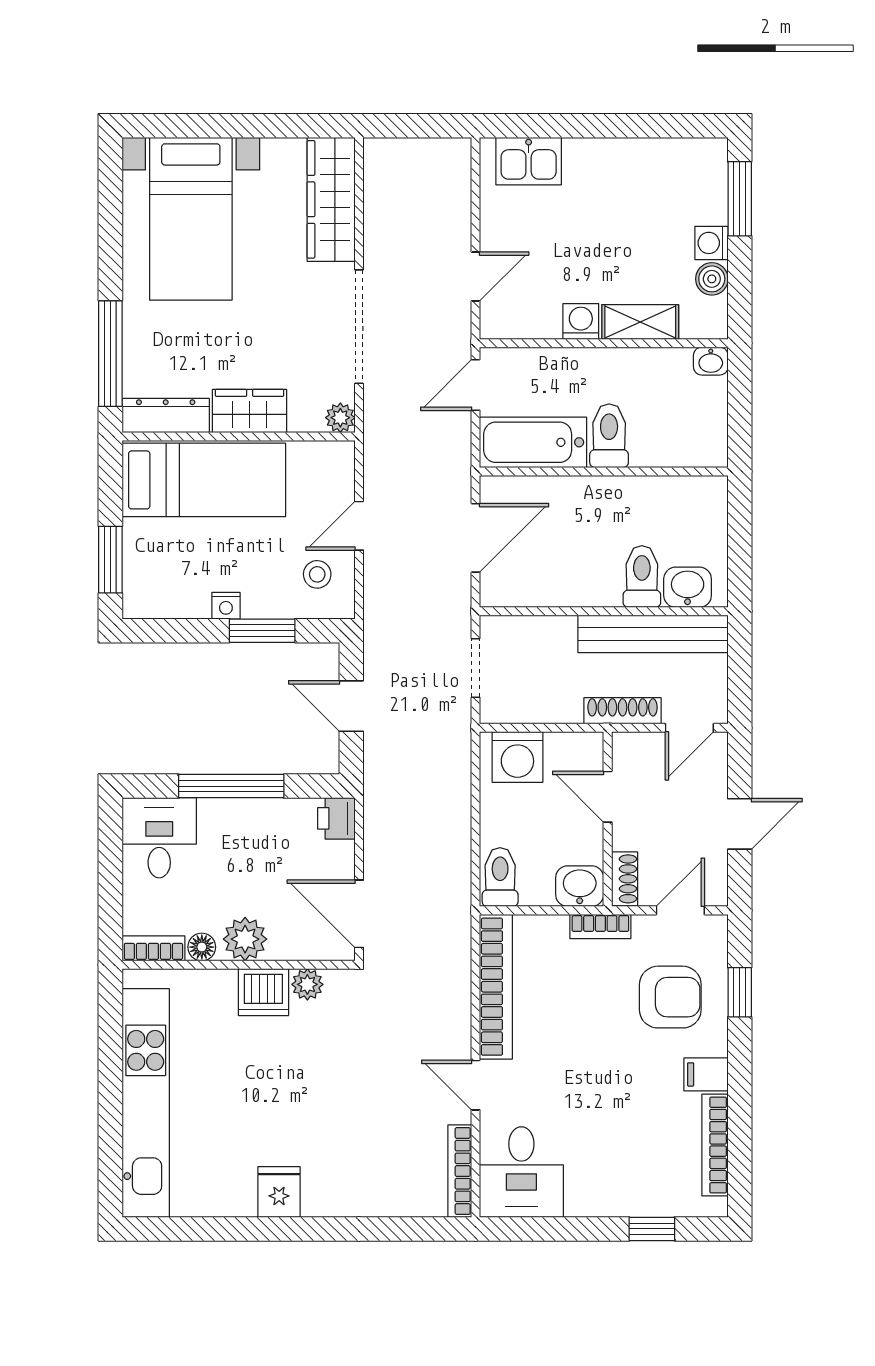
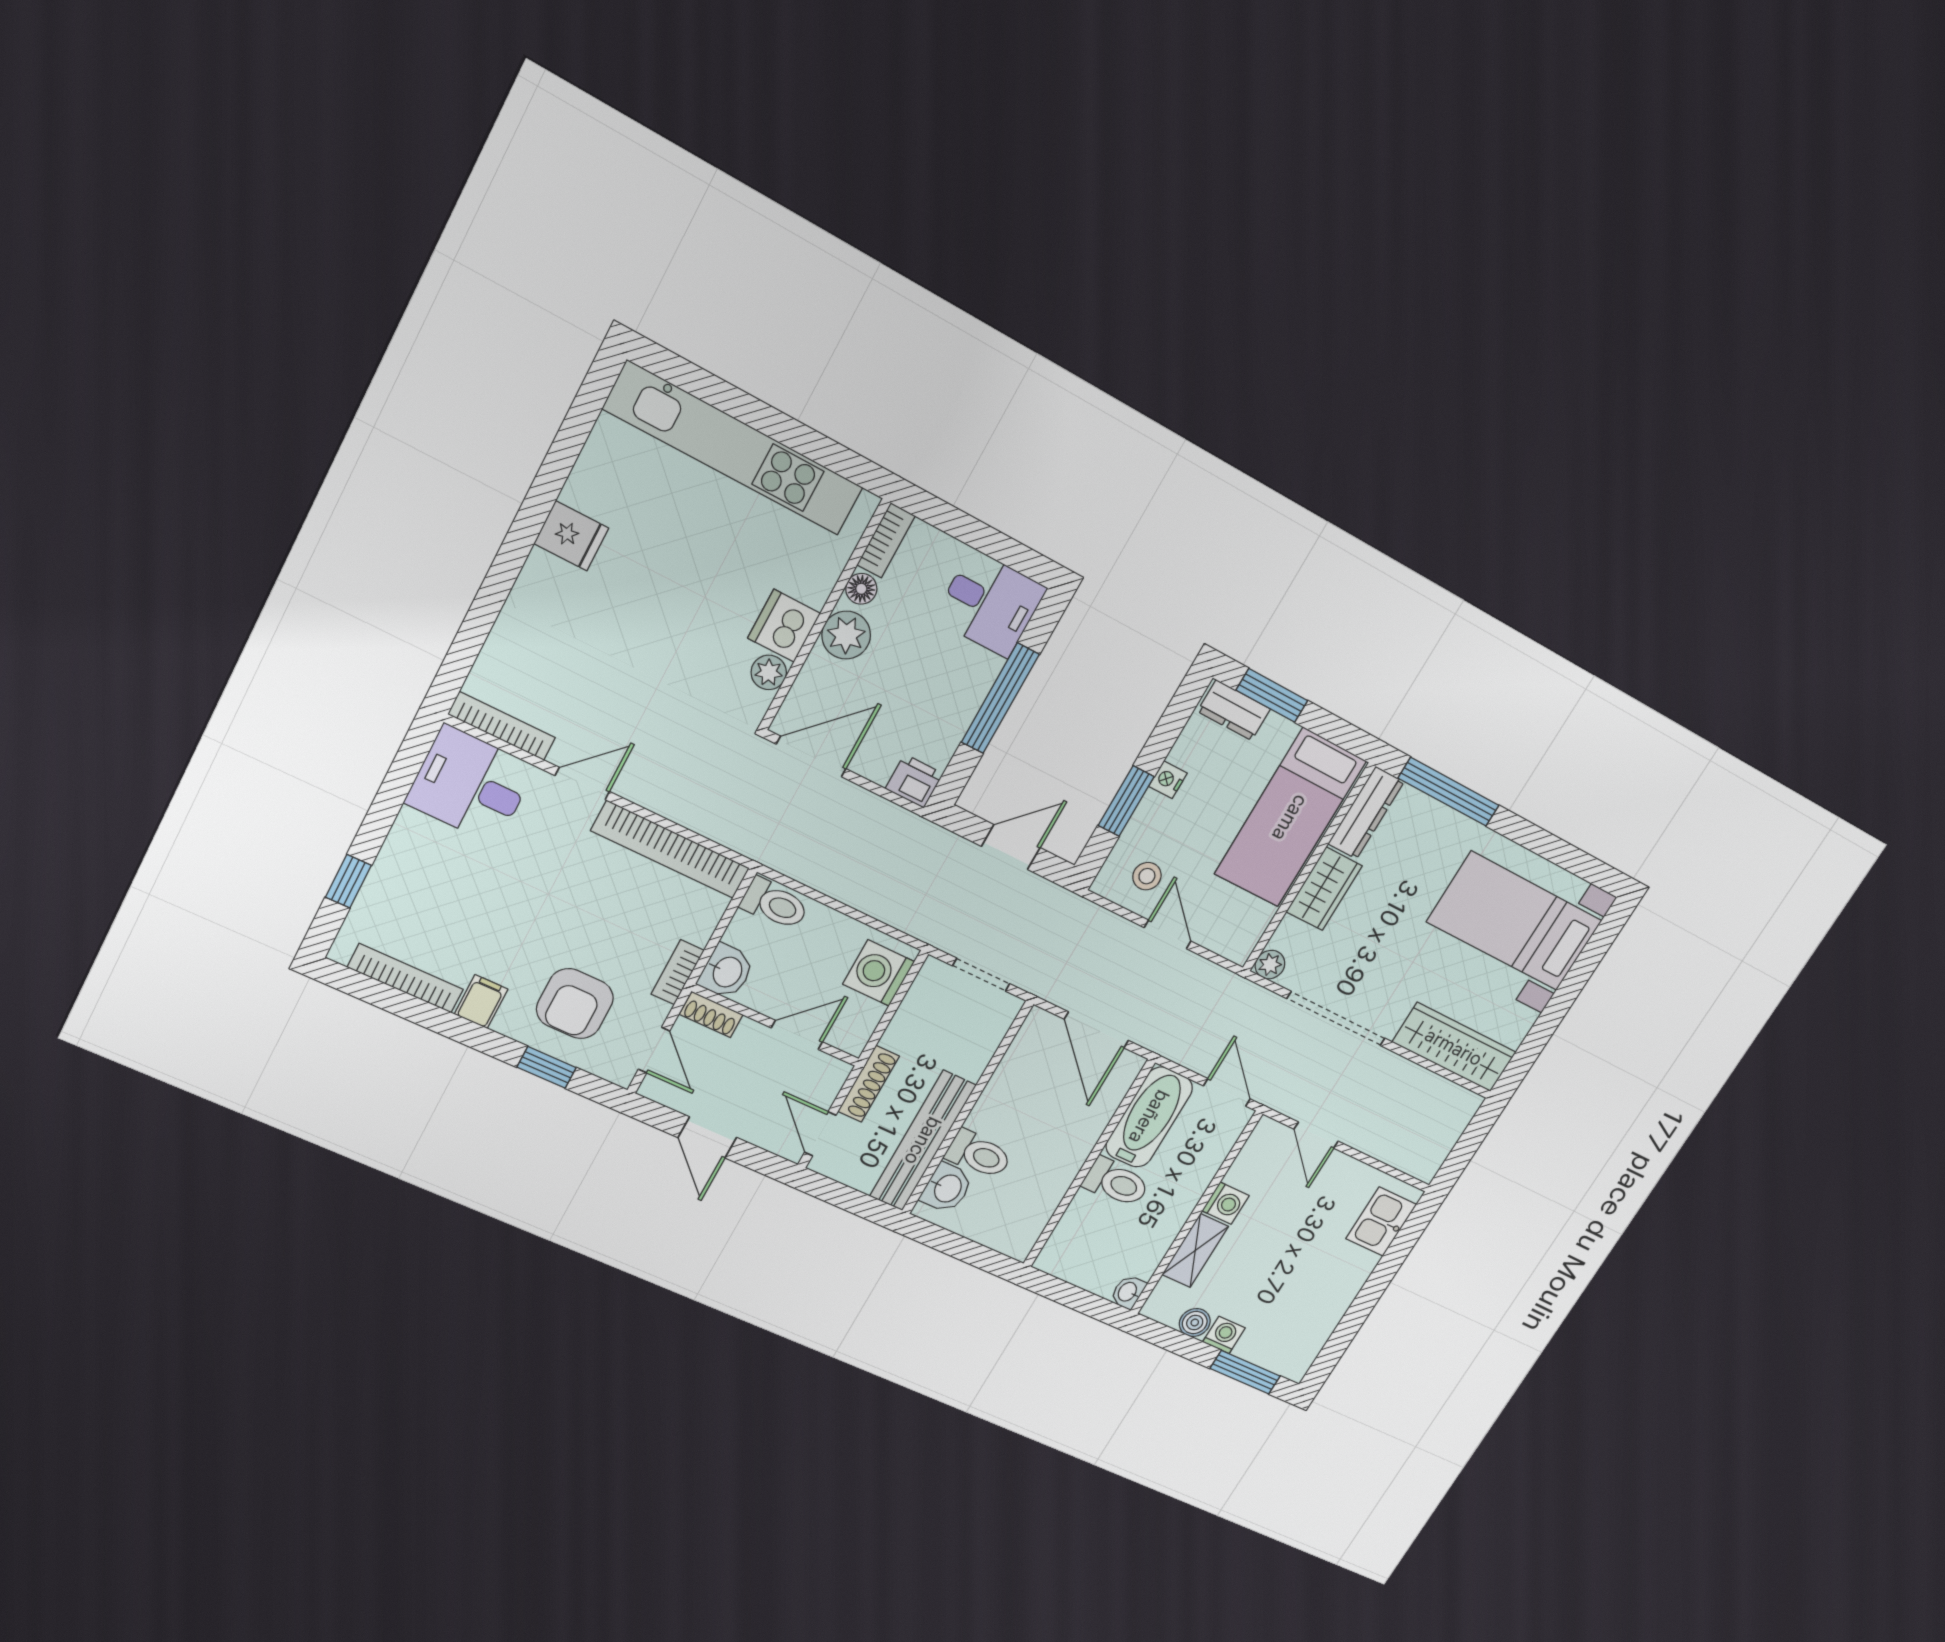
dresser: (139, 585) -> (1234, 710), added

